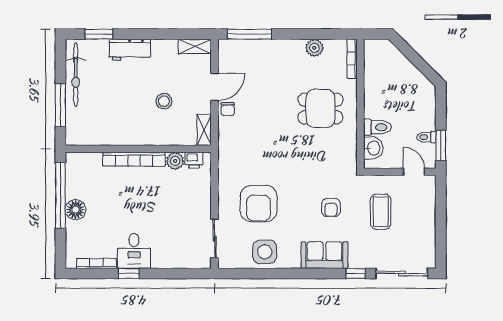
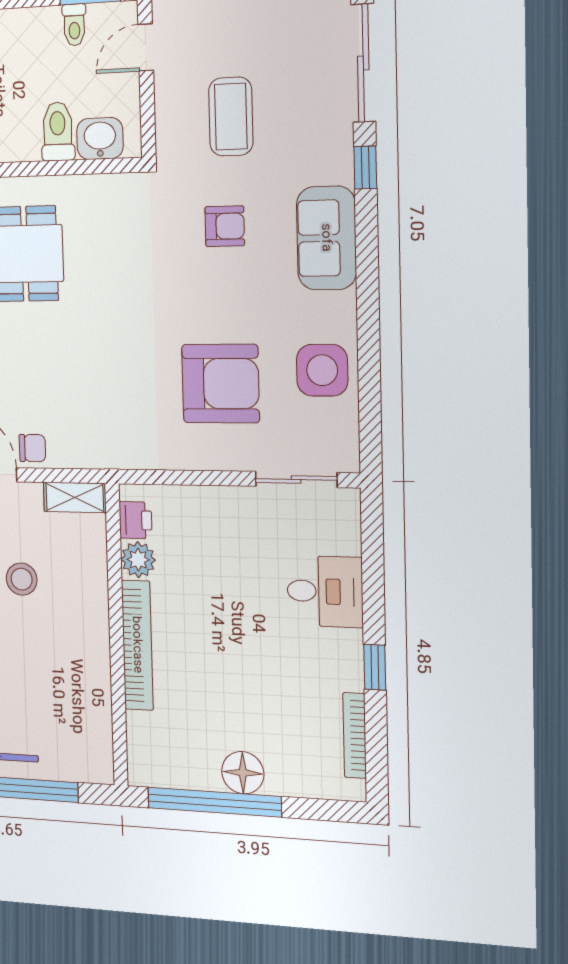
coffee table: (381, 212) -> (231, 117), turned 90
desk: (134, 251) -> (325, 591), moved

